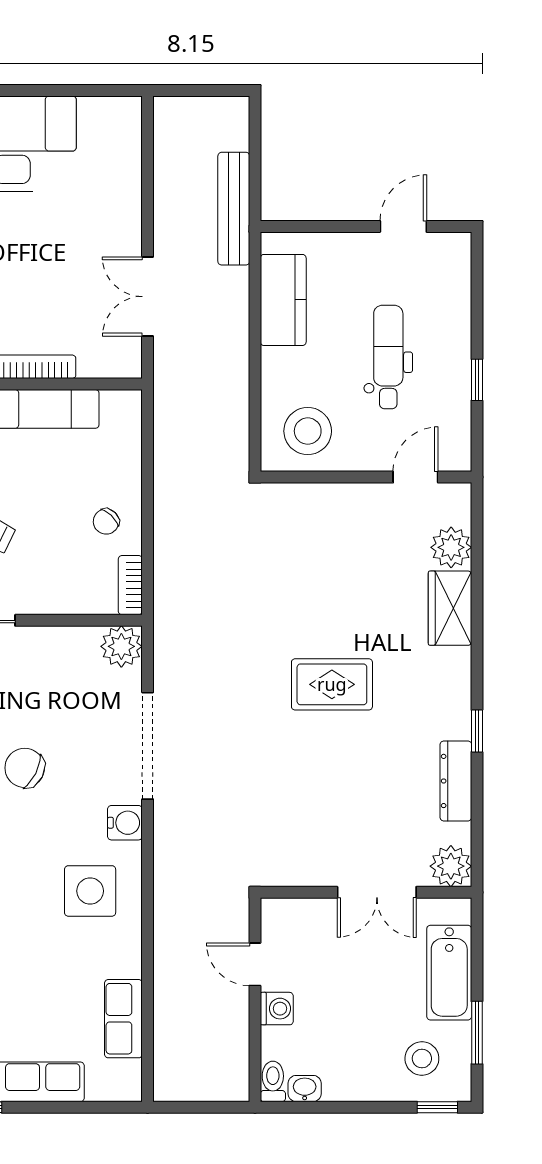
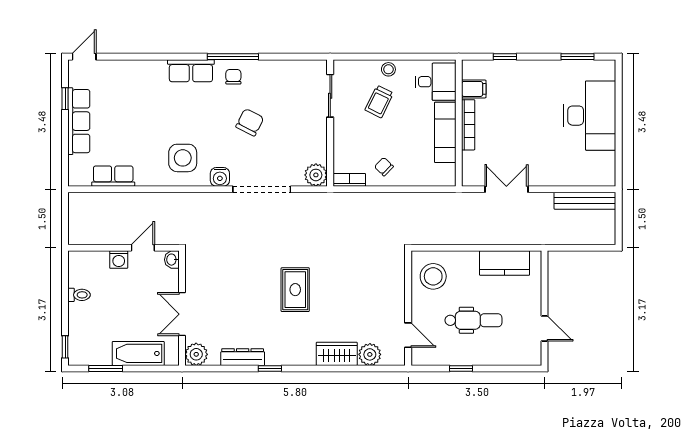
bench: (234, 209) -> (585, 201), moved
stool: (422, 1058) -> (92, 339), removed
toilet: (273, 1081) -> (79, 295), moved
washbasin: (305, 1089) -> (172, 260), moved, turned 180

